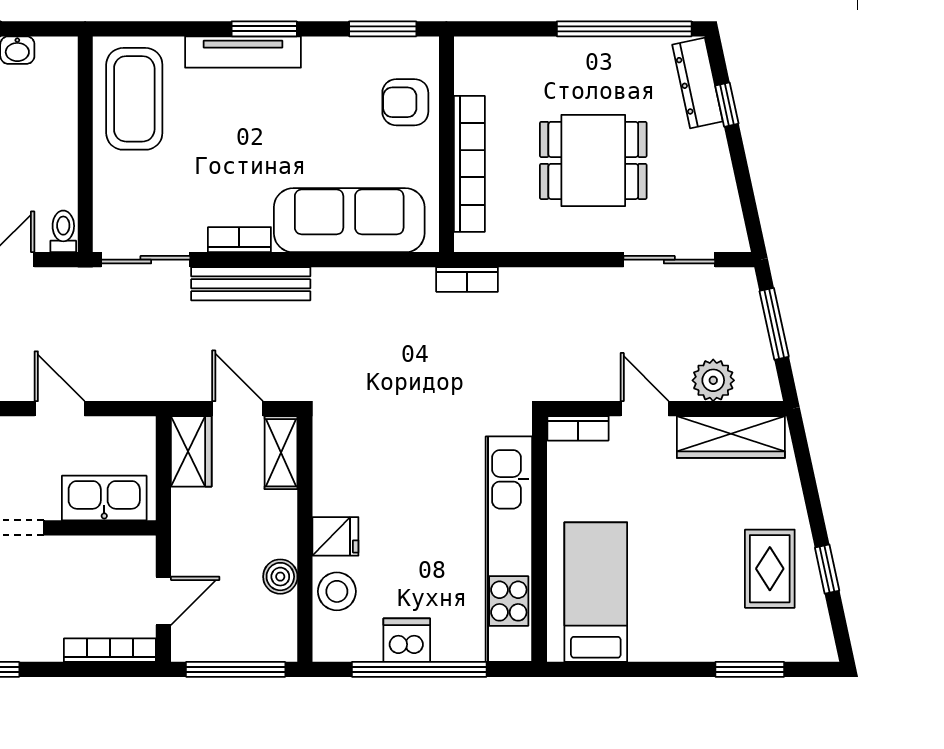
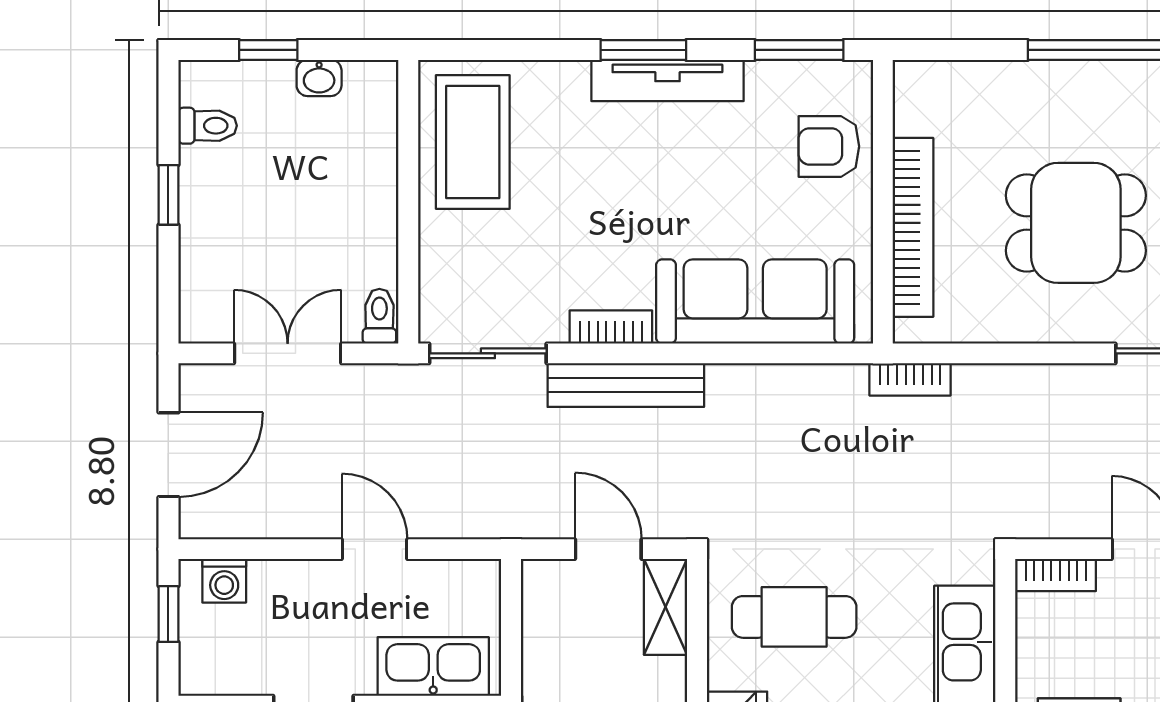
tv unit: (243, 52) -> (667, 80), moved
wardrobe: (191, 451) -> (548, 605), removed
cafe table: (379, 460) -> (794, 617), added

